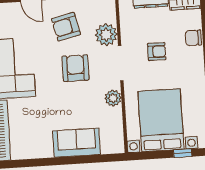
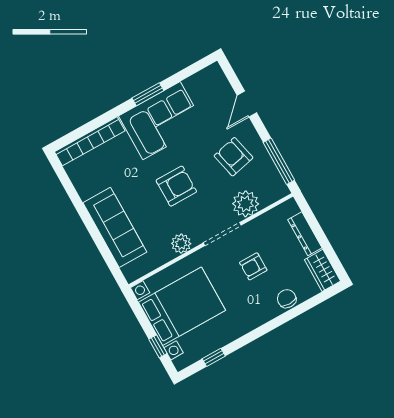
armchair: (157, 52) -> (253, 266), turned 90
armchair: (75, 68) -> (176, 186), moved
sofa: (77, 143) -> (115, 227), width x1.36

